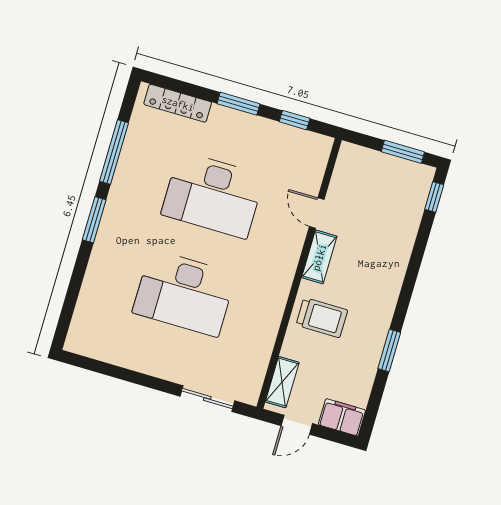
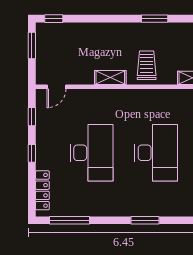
window: (239, 104) -> (32, 153), width x0.67
window: (114, 152) -> (70, 220), moved
door: (317, 213) -> (56, 87), moved
window: (94, 220) -> (145, 220), moved

